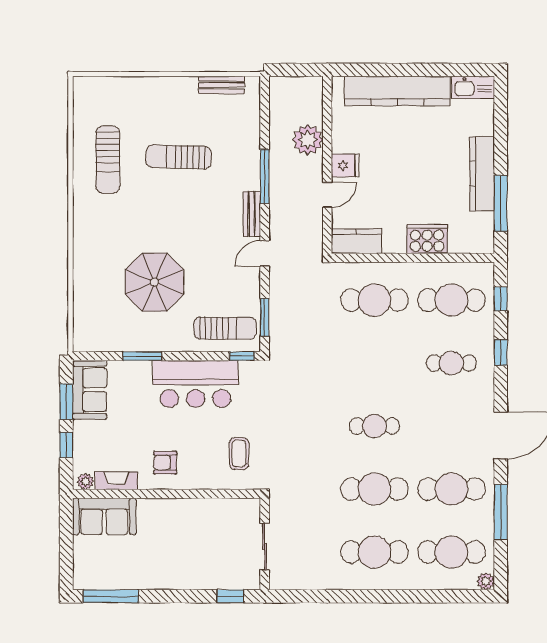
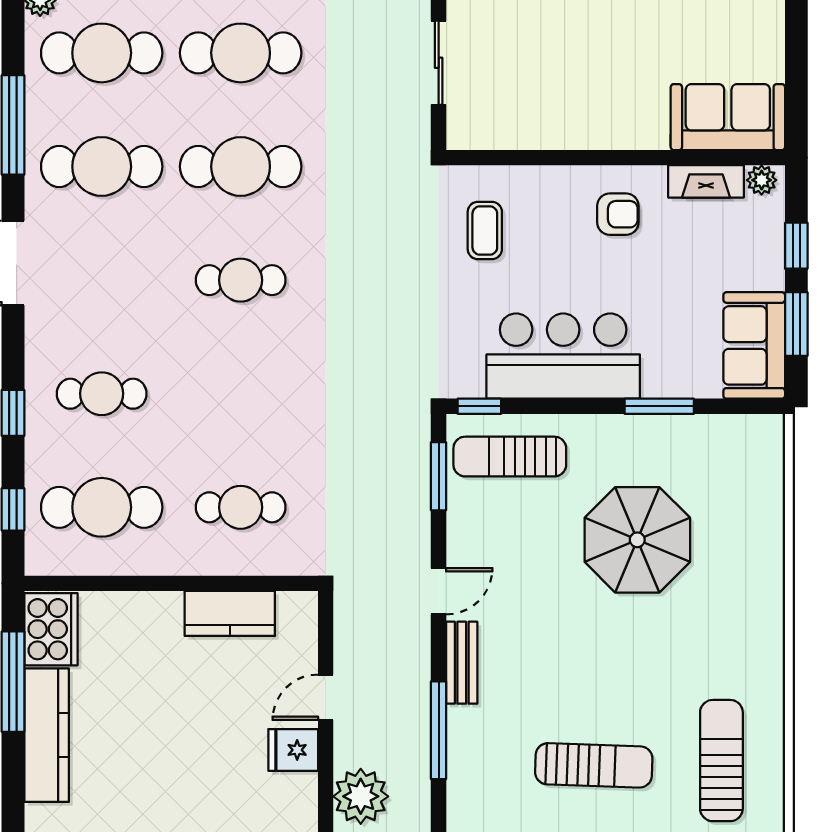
cooker: (427, 239) -> (51, 629), moved, turned -90
kitchen counter: (357, 241) -> (230, 613), moved
cafe table: (374, 300) -> (241, 507), width x0.73, depth x0.74

